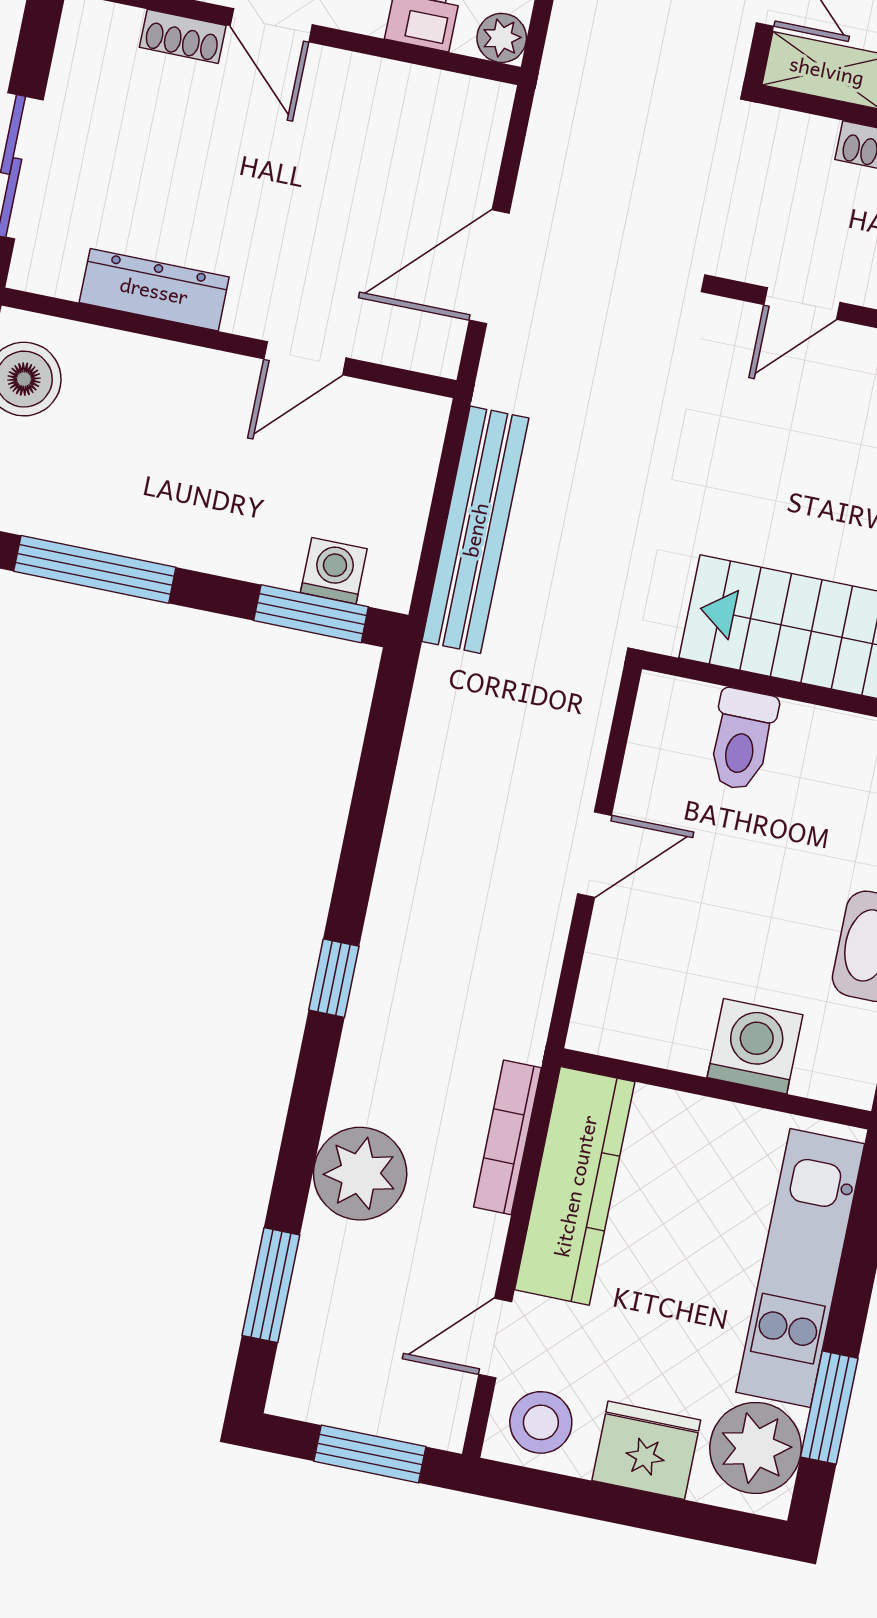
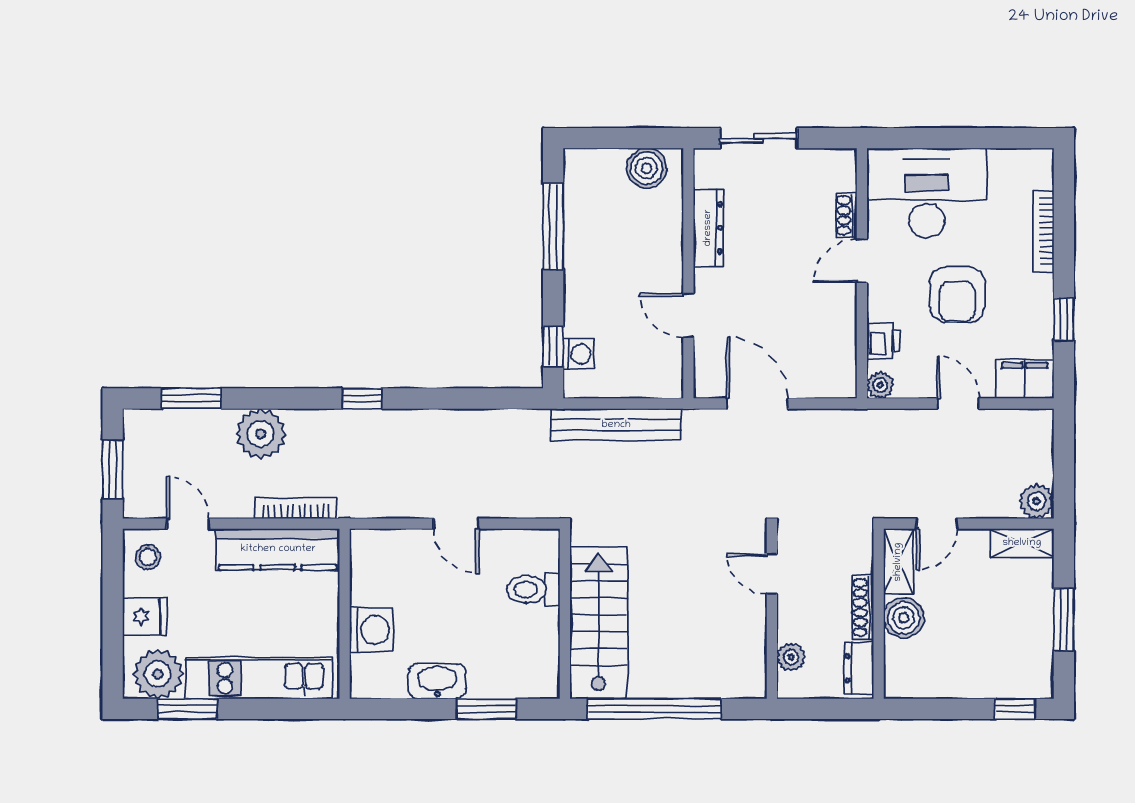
window: (311, 614) -> (553, 347), width x0.67
stool: (541, 1422) -> (148, 557), width x0.73, depth x0.73
fridge: (646, 1450) -> (145, 616), width x0.72

